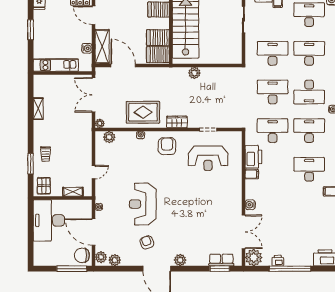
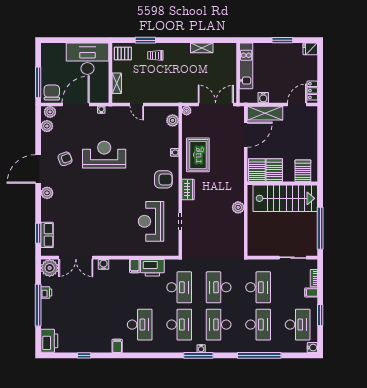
desk: (273, 92) -> (219, 287), turned 180

